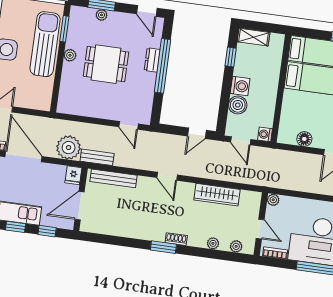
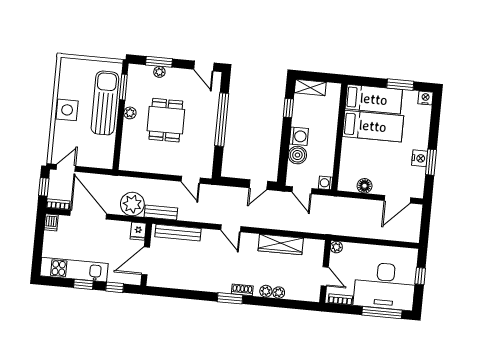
dresser: (152, 60) -> (211, 114), removed
dining table: (106, 64) -> (166, 120), turned 90
plant: (236, 246) -> (266, 291), moved

